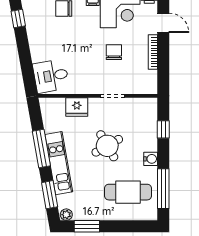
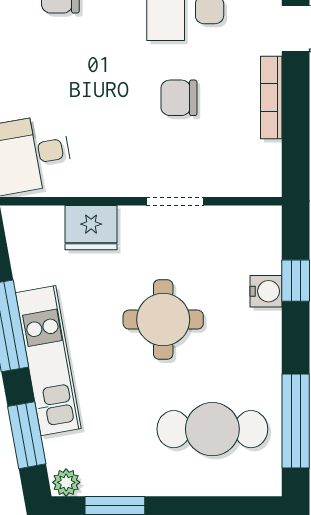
chair: (114, 52) -> (179, 98), turned -90
round table: (107, 146) -> (163, 320), turned 30
water cooler: (151, 159) -> (266, 291), moved

